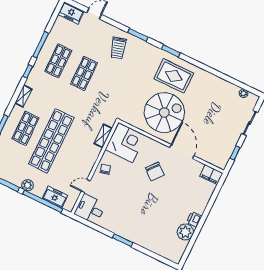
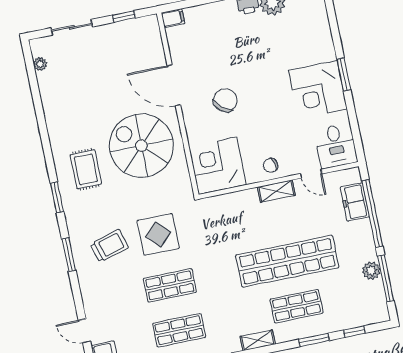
trolley: (118, 48) -> (109, 246), moved
rug: (174, 76) -> (86, 169), width x0.73, depth x0.70
display table: (114, 87) -> (158, 234), added
shelving: (103, 136) -> (276, 191), moved
door: (182, 152) -> (174, 85), hinge flipped
filing cabinet: (211, 175) -> (173, 18), width x0.50
plant: (28, 185) -> (371, 271), moved
corner desk: (125, 221) -> (318, 90), added

